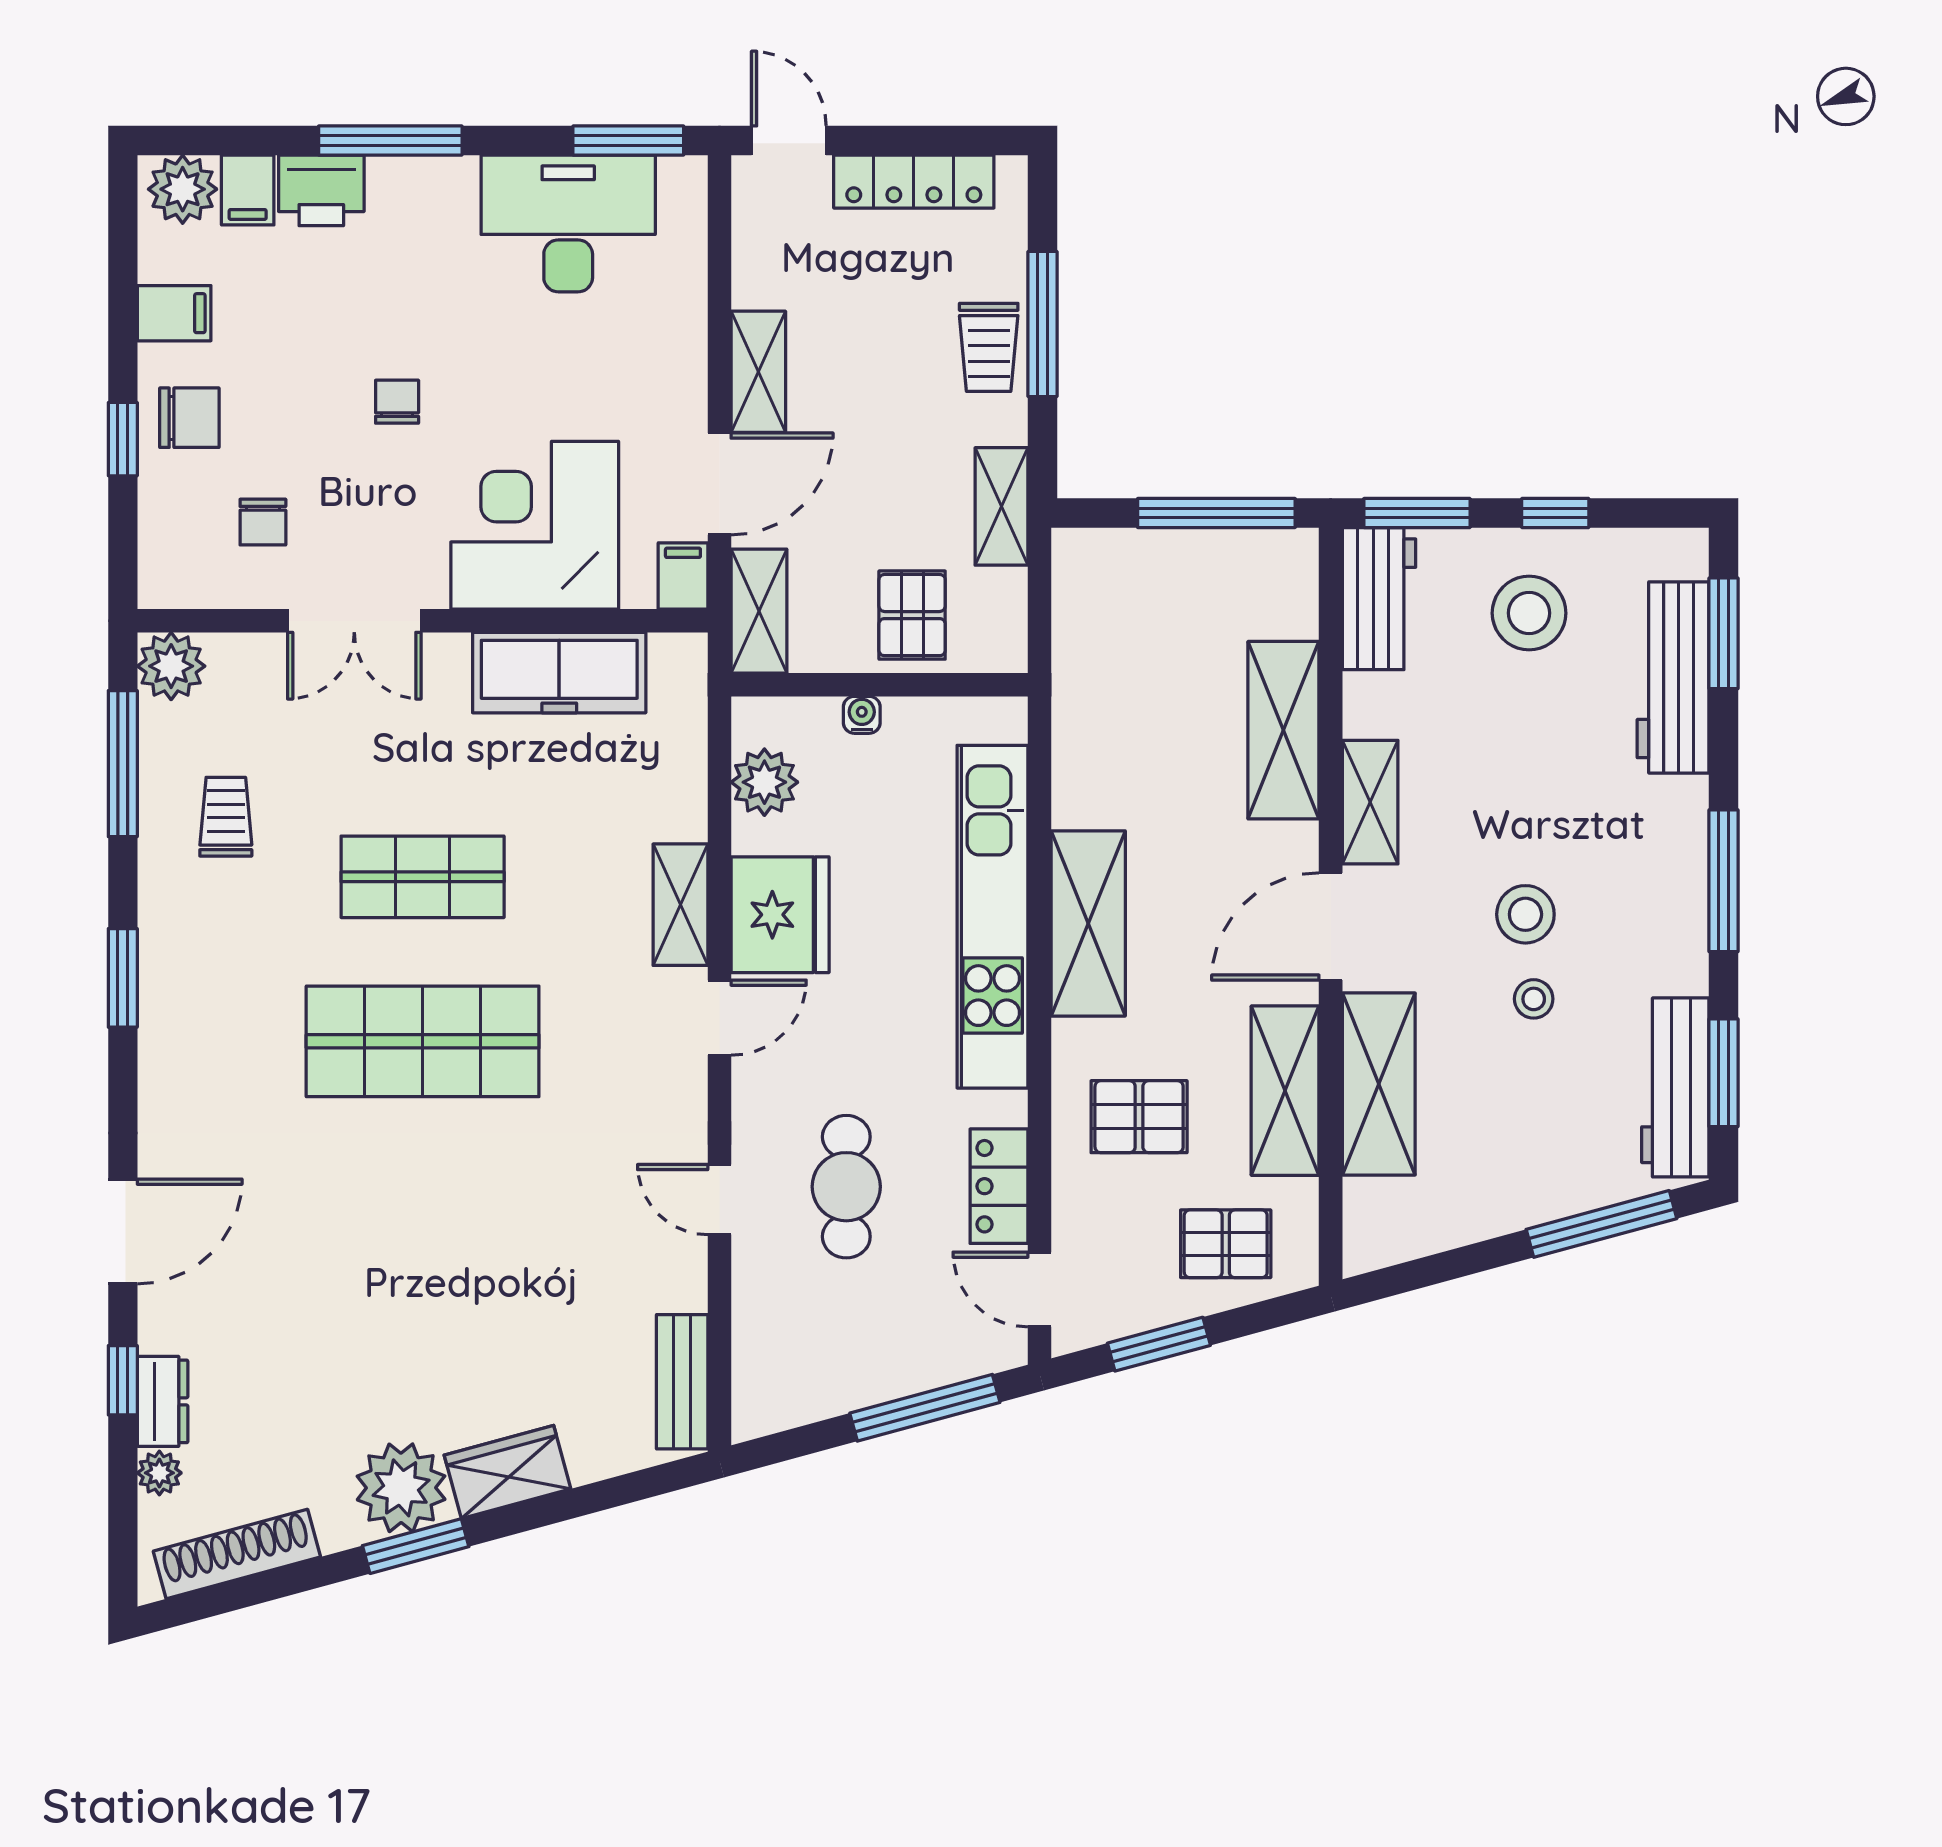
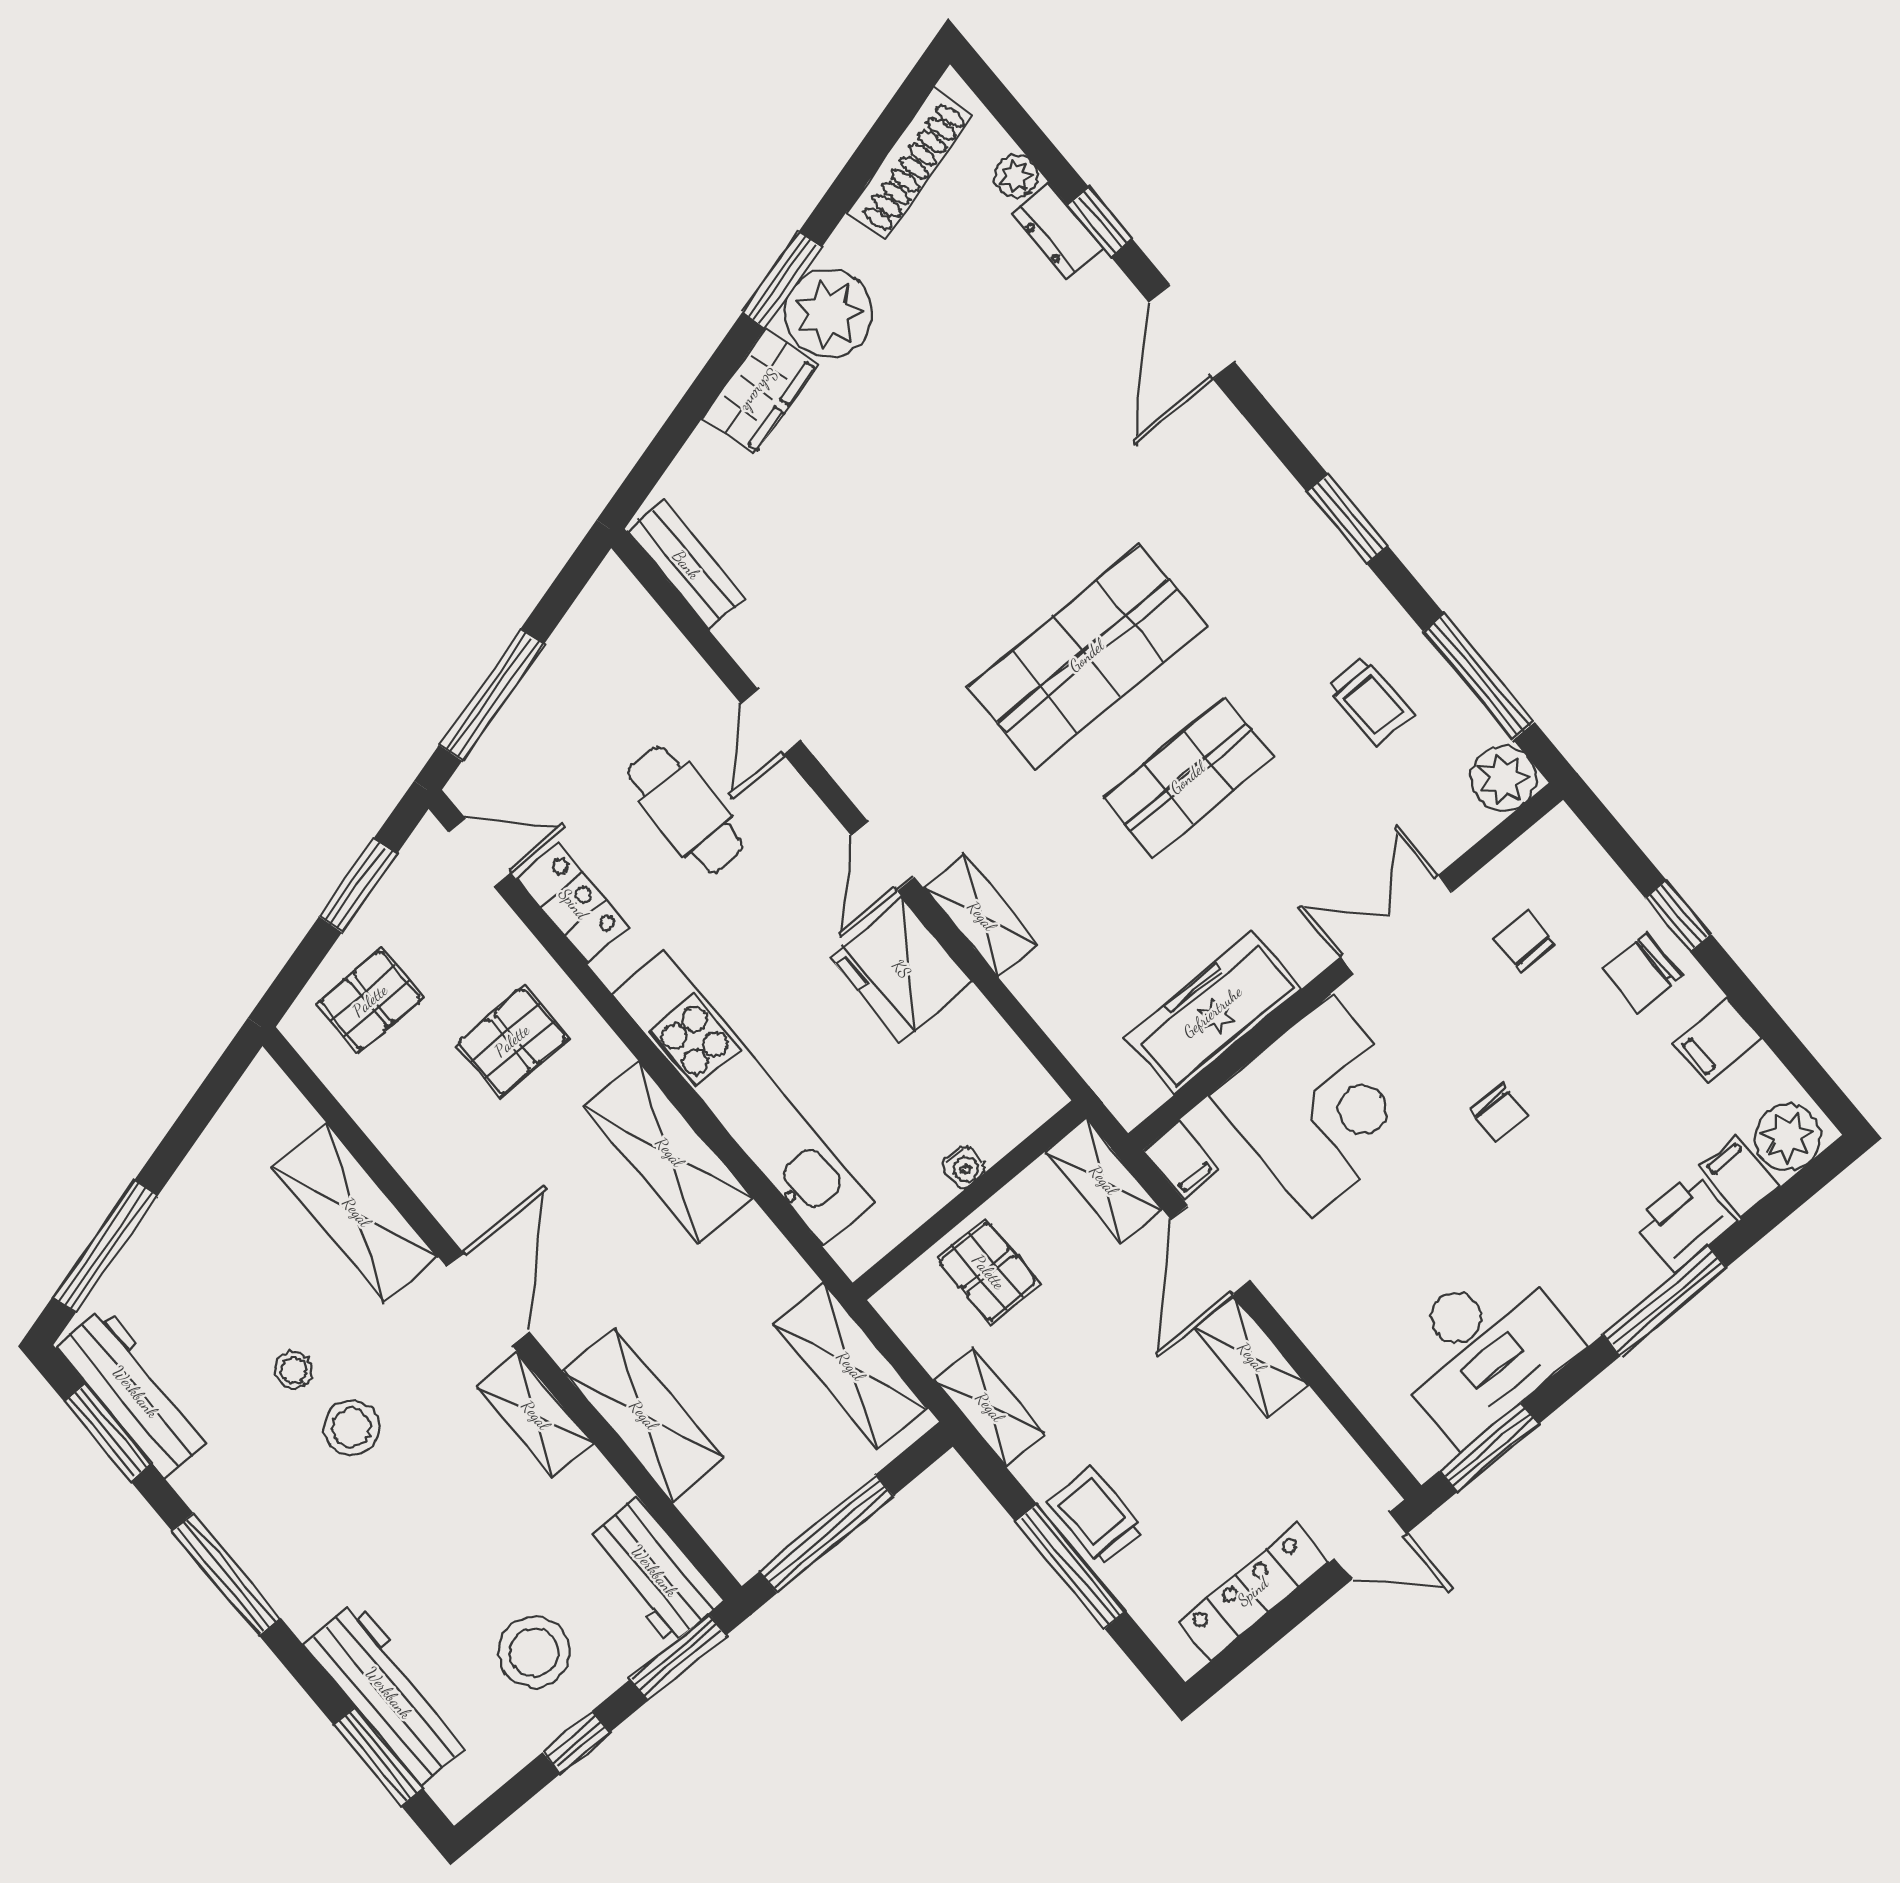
plant: (764, 782) -> (994, 1058), removed
shelving: (1285, 1091) -> (850, 1366), moved
door: (719, 1200) -> (771, 722), swing flipped

